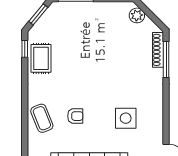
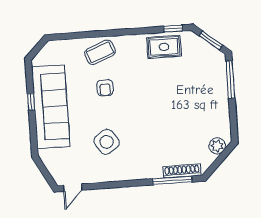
side table: (126, 118) -> (107, 142), turned -35

